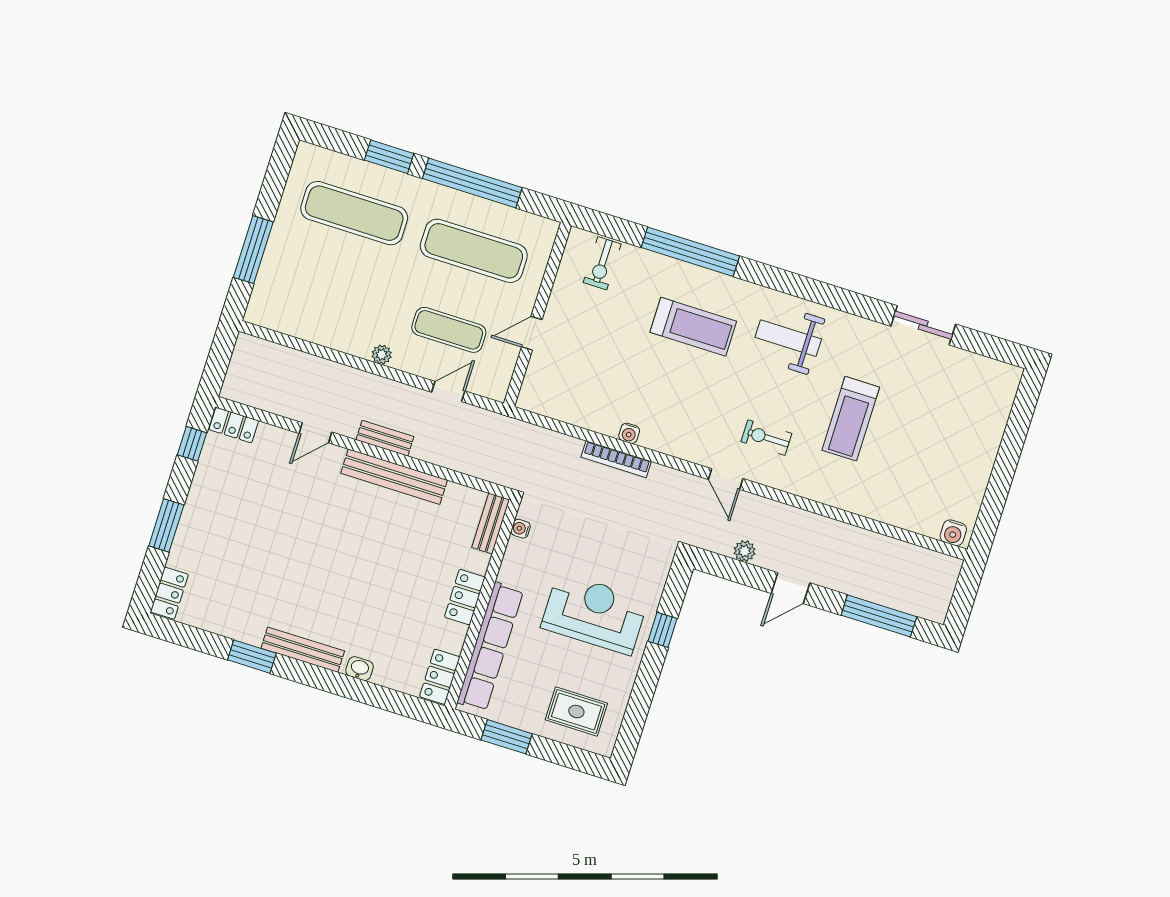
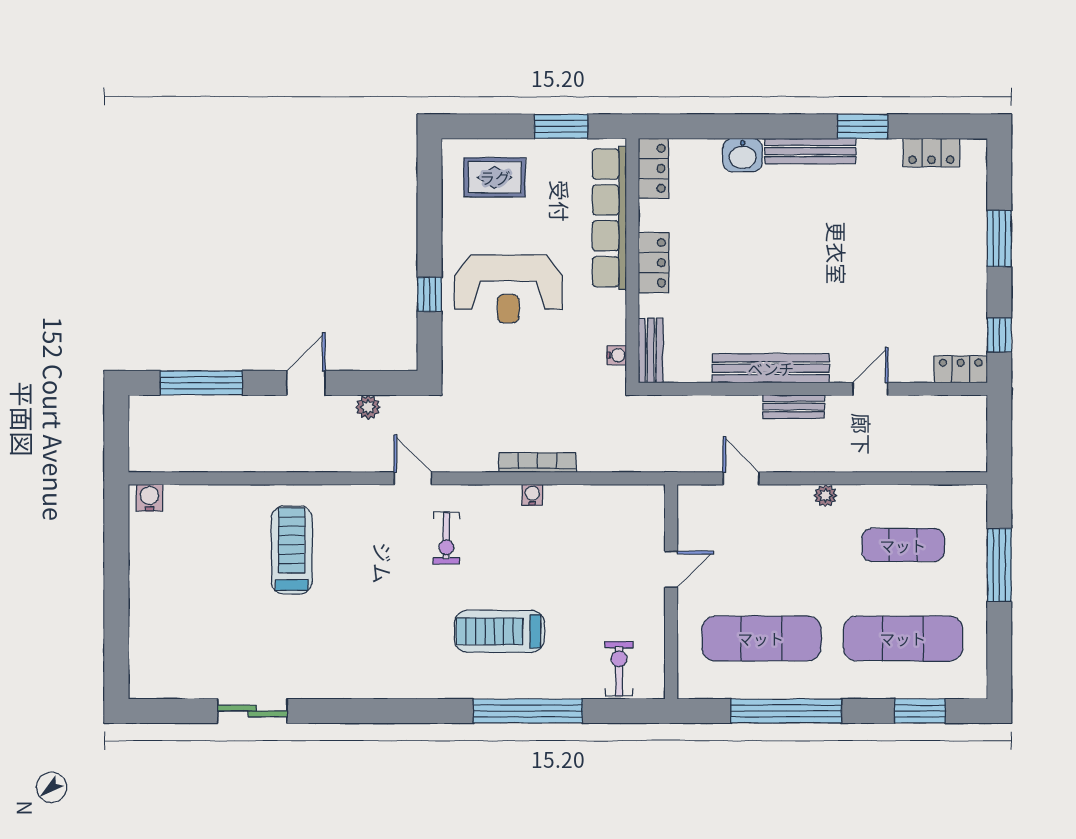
window: (389, 157) -> (920, 711), moved
exercise mat: (449, 330) -> (903, 545), moved
weight bench: (788, 338) -> (393, 651), removed
door: (448, 392) -> (741, 478), swing flipped
treadmill: (851, 419) -> (292, 550), moved
exercise bike: (766, 438) -> (446, 538), moved, turned 90
locker: (169, 593) -> (931, 153), moved, turned -90
washbasin: (360, 669) -> (743, 155), width x1.38, depth x1.45

